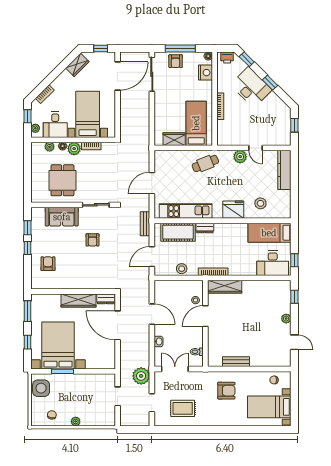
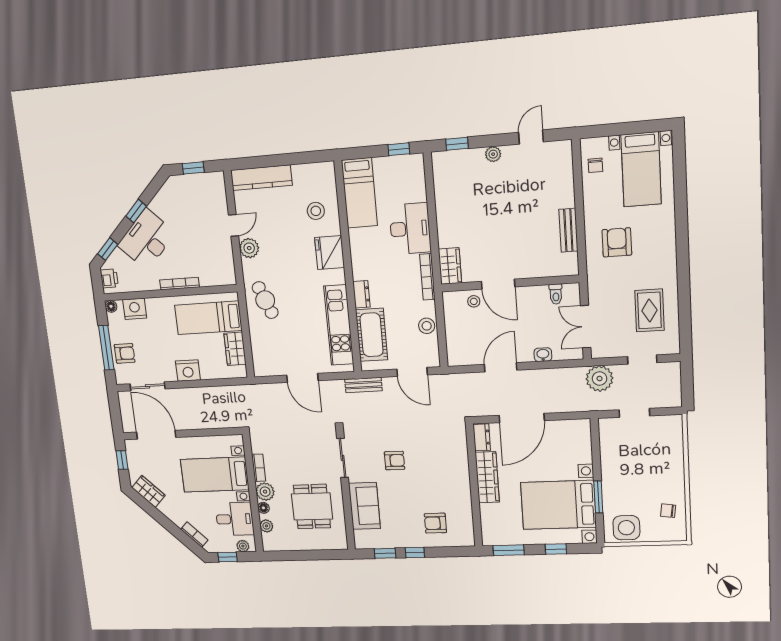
sliding door: (152, 74) -> (148, 386), width x0.73
nightstand: (161, 104) -> (188, 371), added
dining table: (62, 180) -> (312, 506), turned 90
desk: (273, 263) -> (410, 229), moved
wardrobe: (225, 287) -> (450, 266), width x0.67
plant: (76, 421) -> (677, 475), removed

